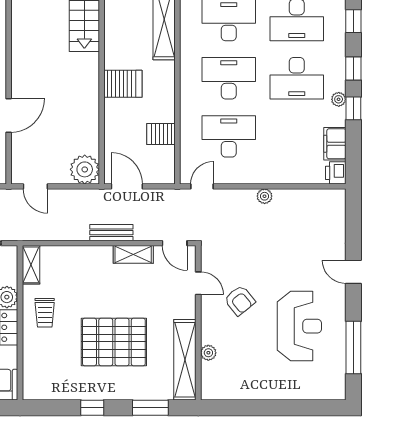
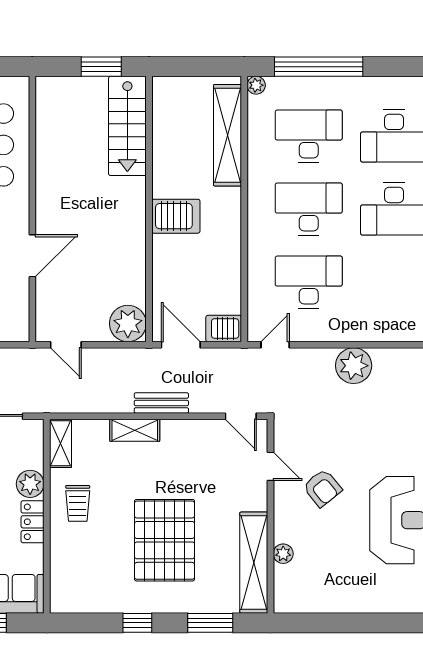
server rack: (161, 134) -> (224, 329), moved
plant: (265, 196) -> (354, 366), width x1.88, depth x1.88
shelving: (133, 254) -> (135, 430), moved
pallet: (114, 342) -> (165, 540), turned 90

